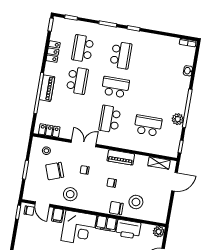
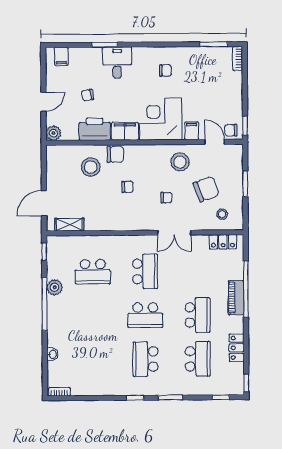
school desk: (77, 80) -> (198, 315), turned 180
piano: (121, 157) -> (121, 223), removed

